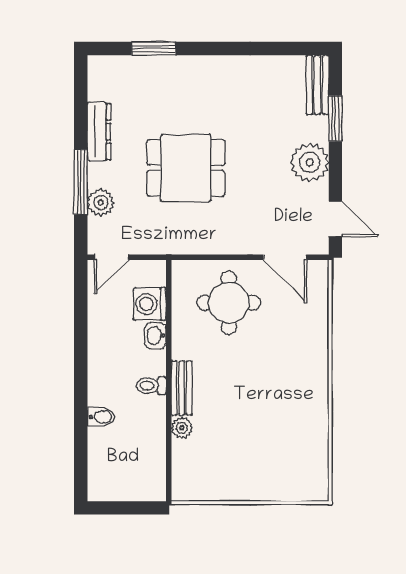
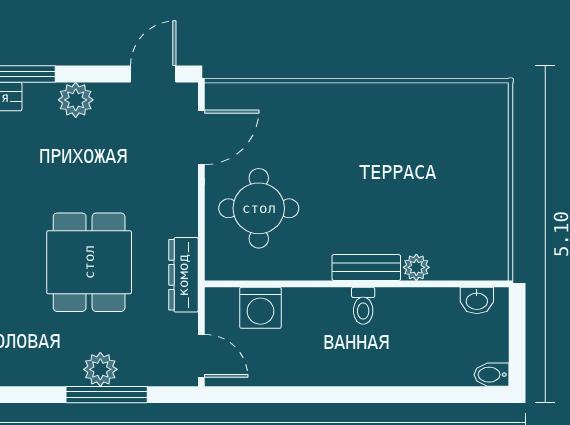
dresser: (99, 132) -> (183, 275), moved, turned -90
plant: (310, 162) -> (76, 100), width x0.73, depth x0.73
plant: (101, 202) -> (100, 369), moved
washbasin: (155, 336) -> (477, 300), moved
bidet: (101, 417) -> (491, 375), moved, turned -90

